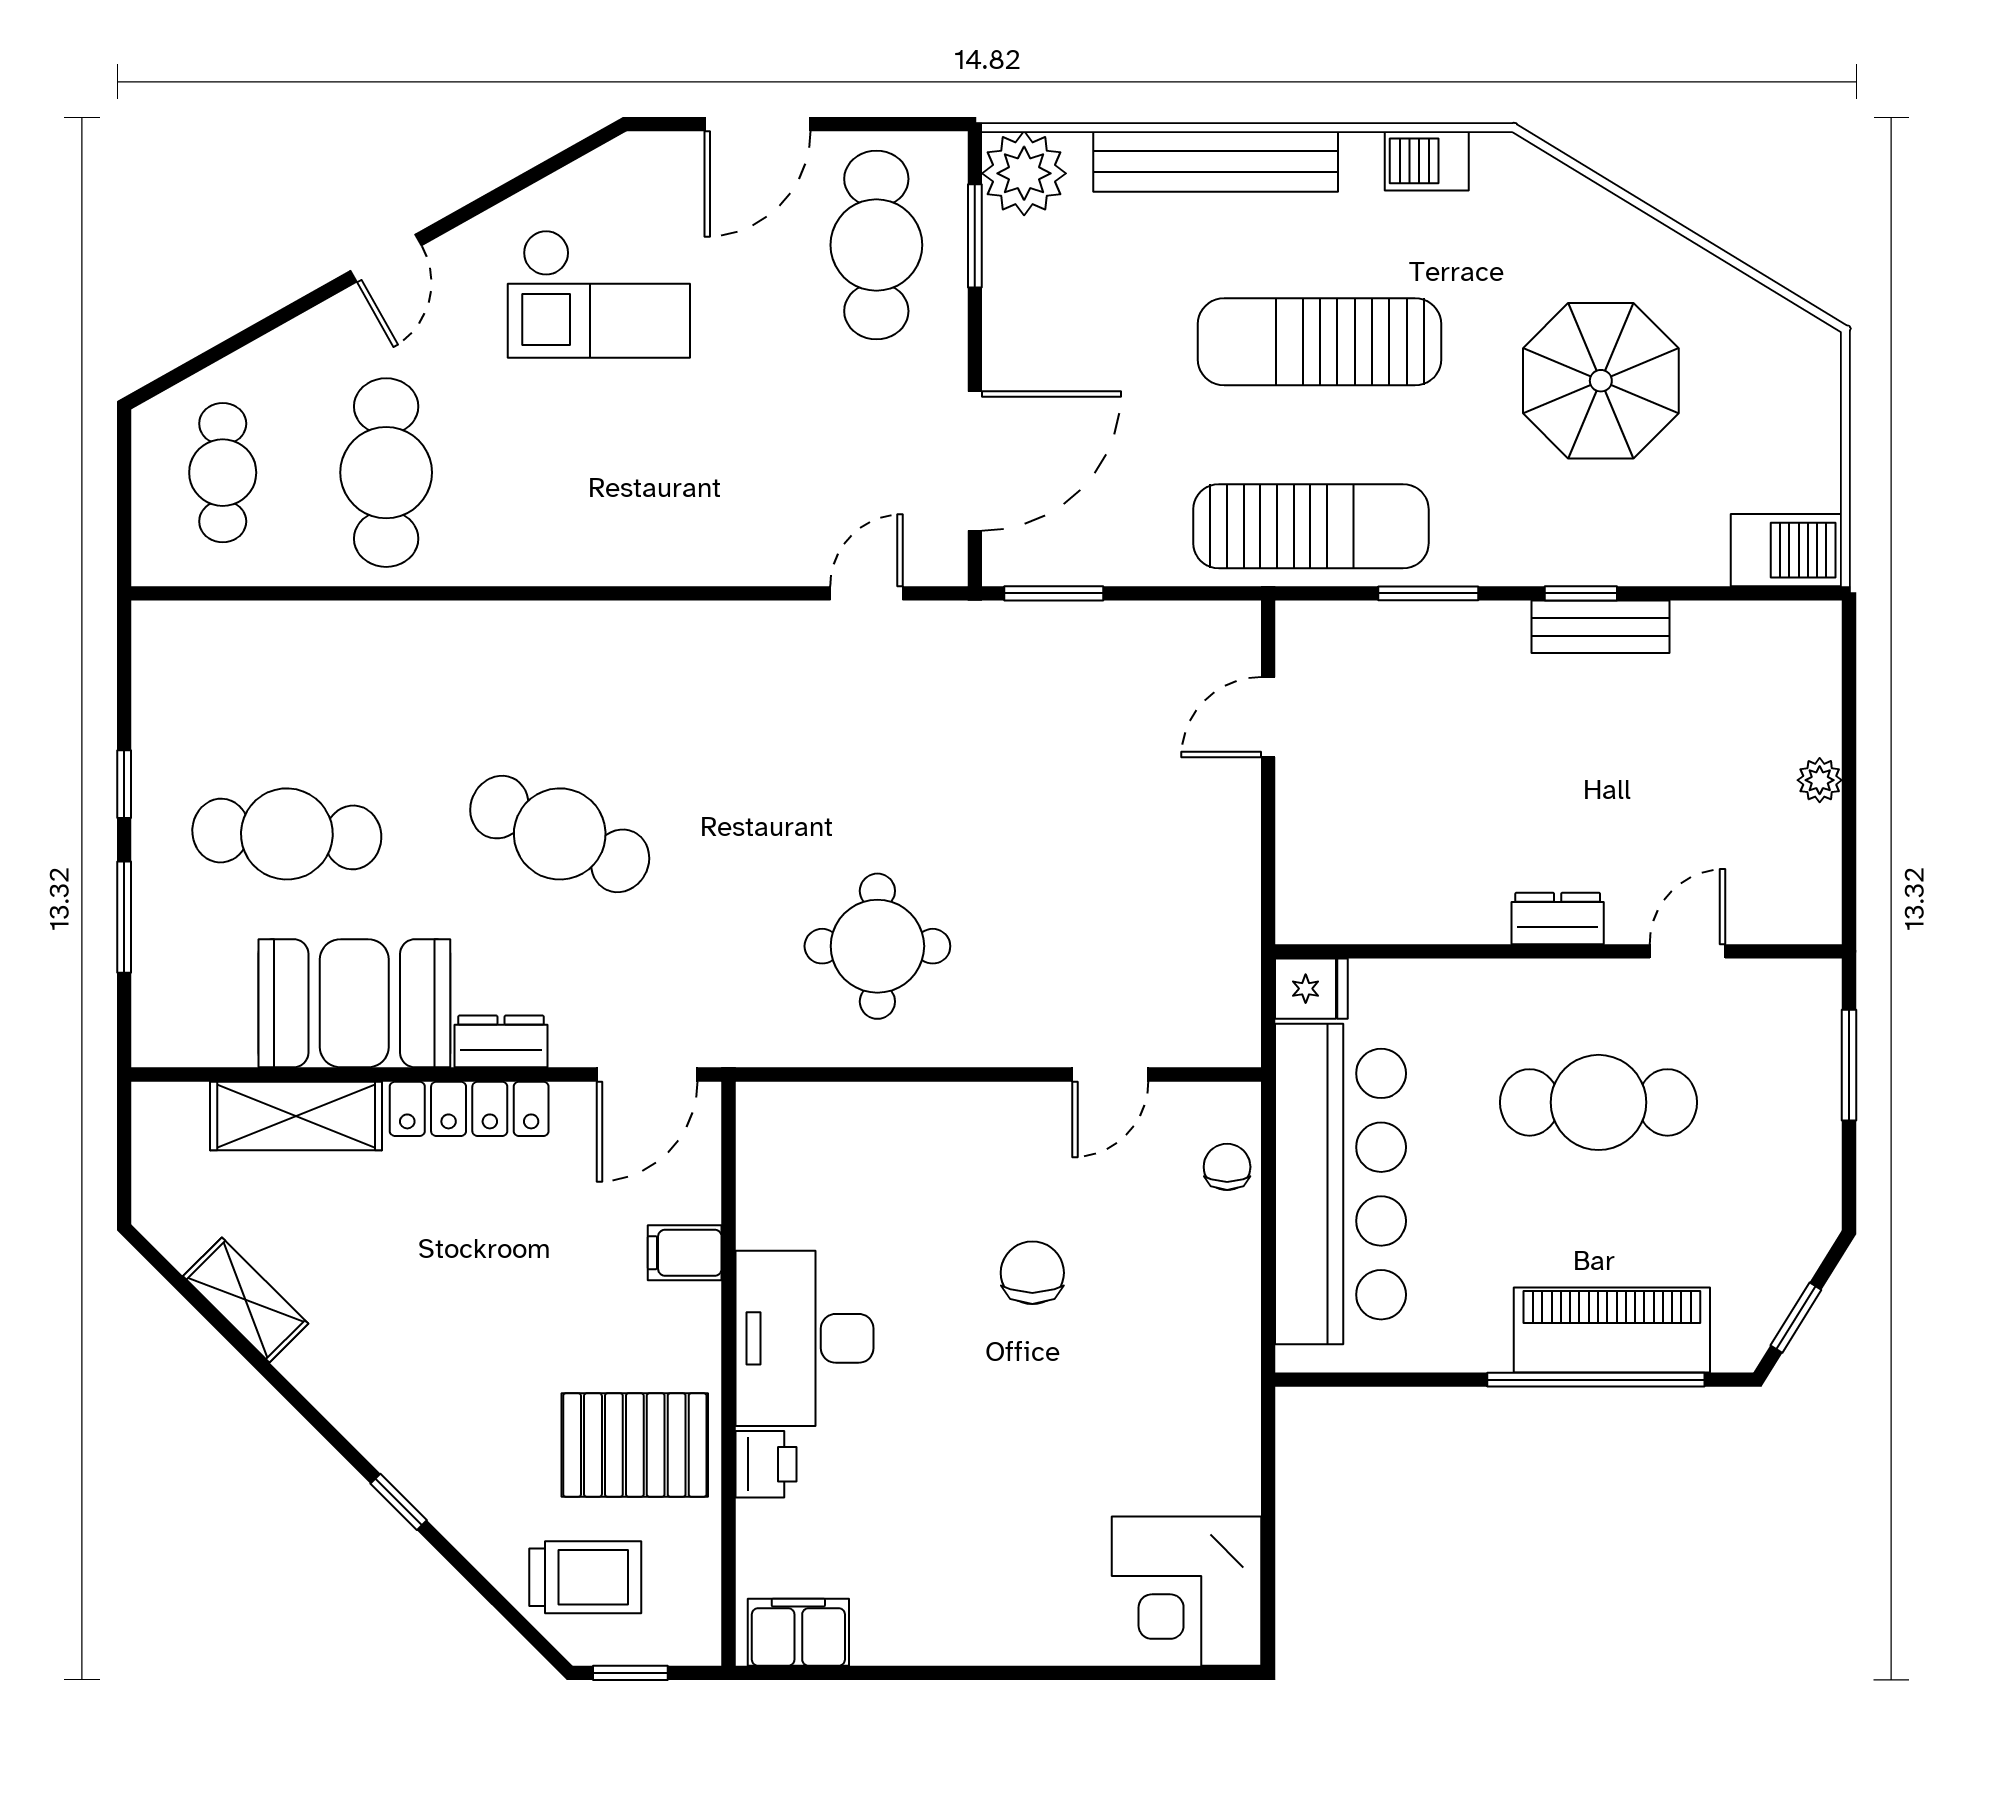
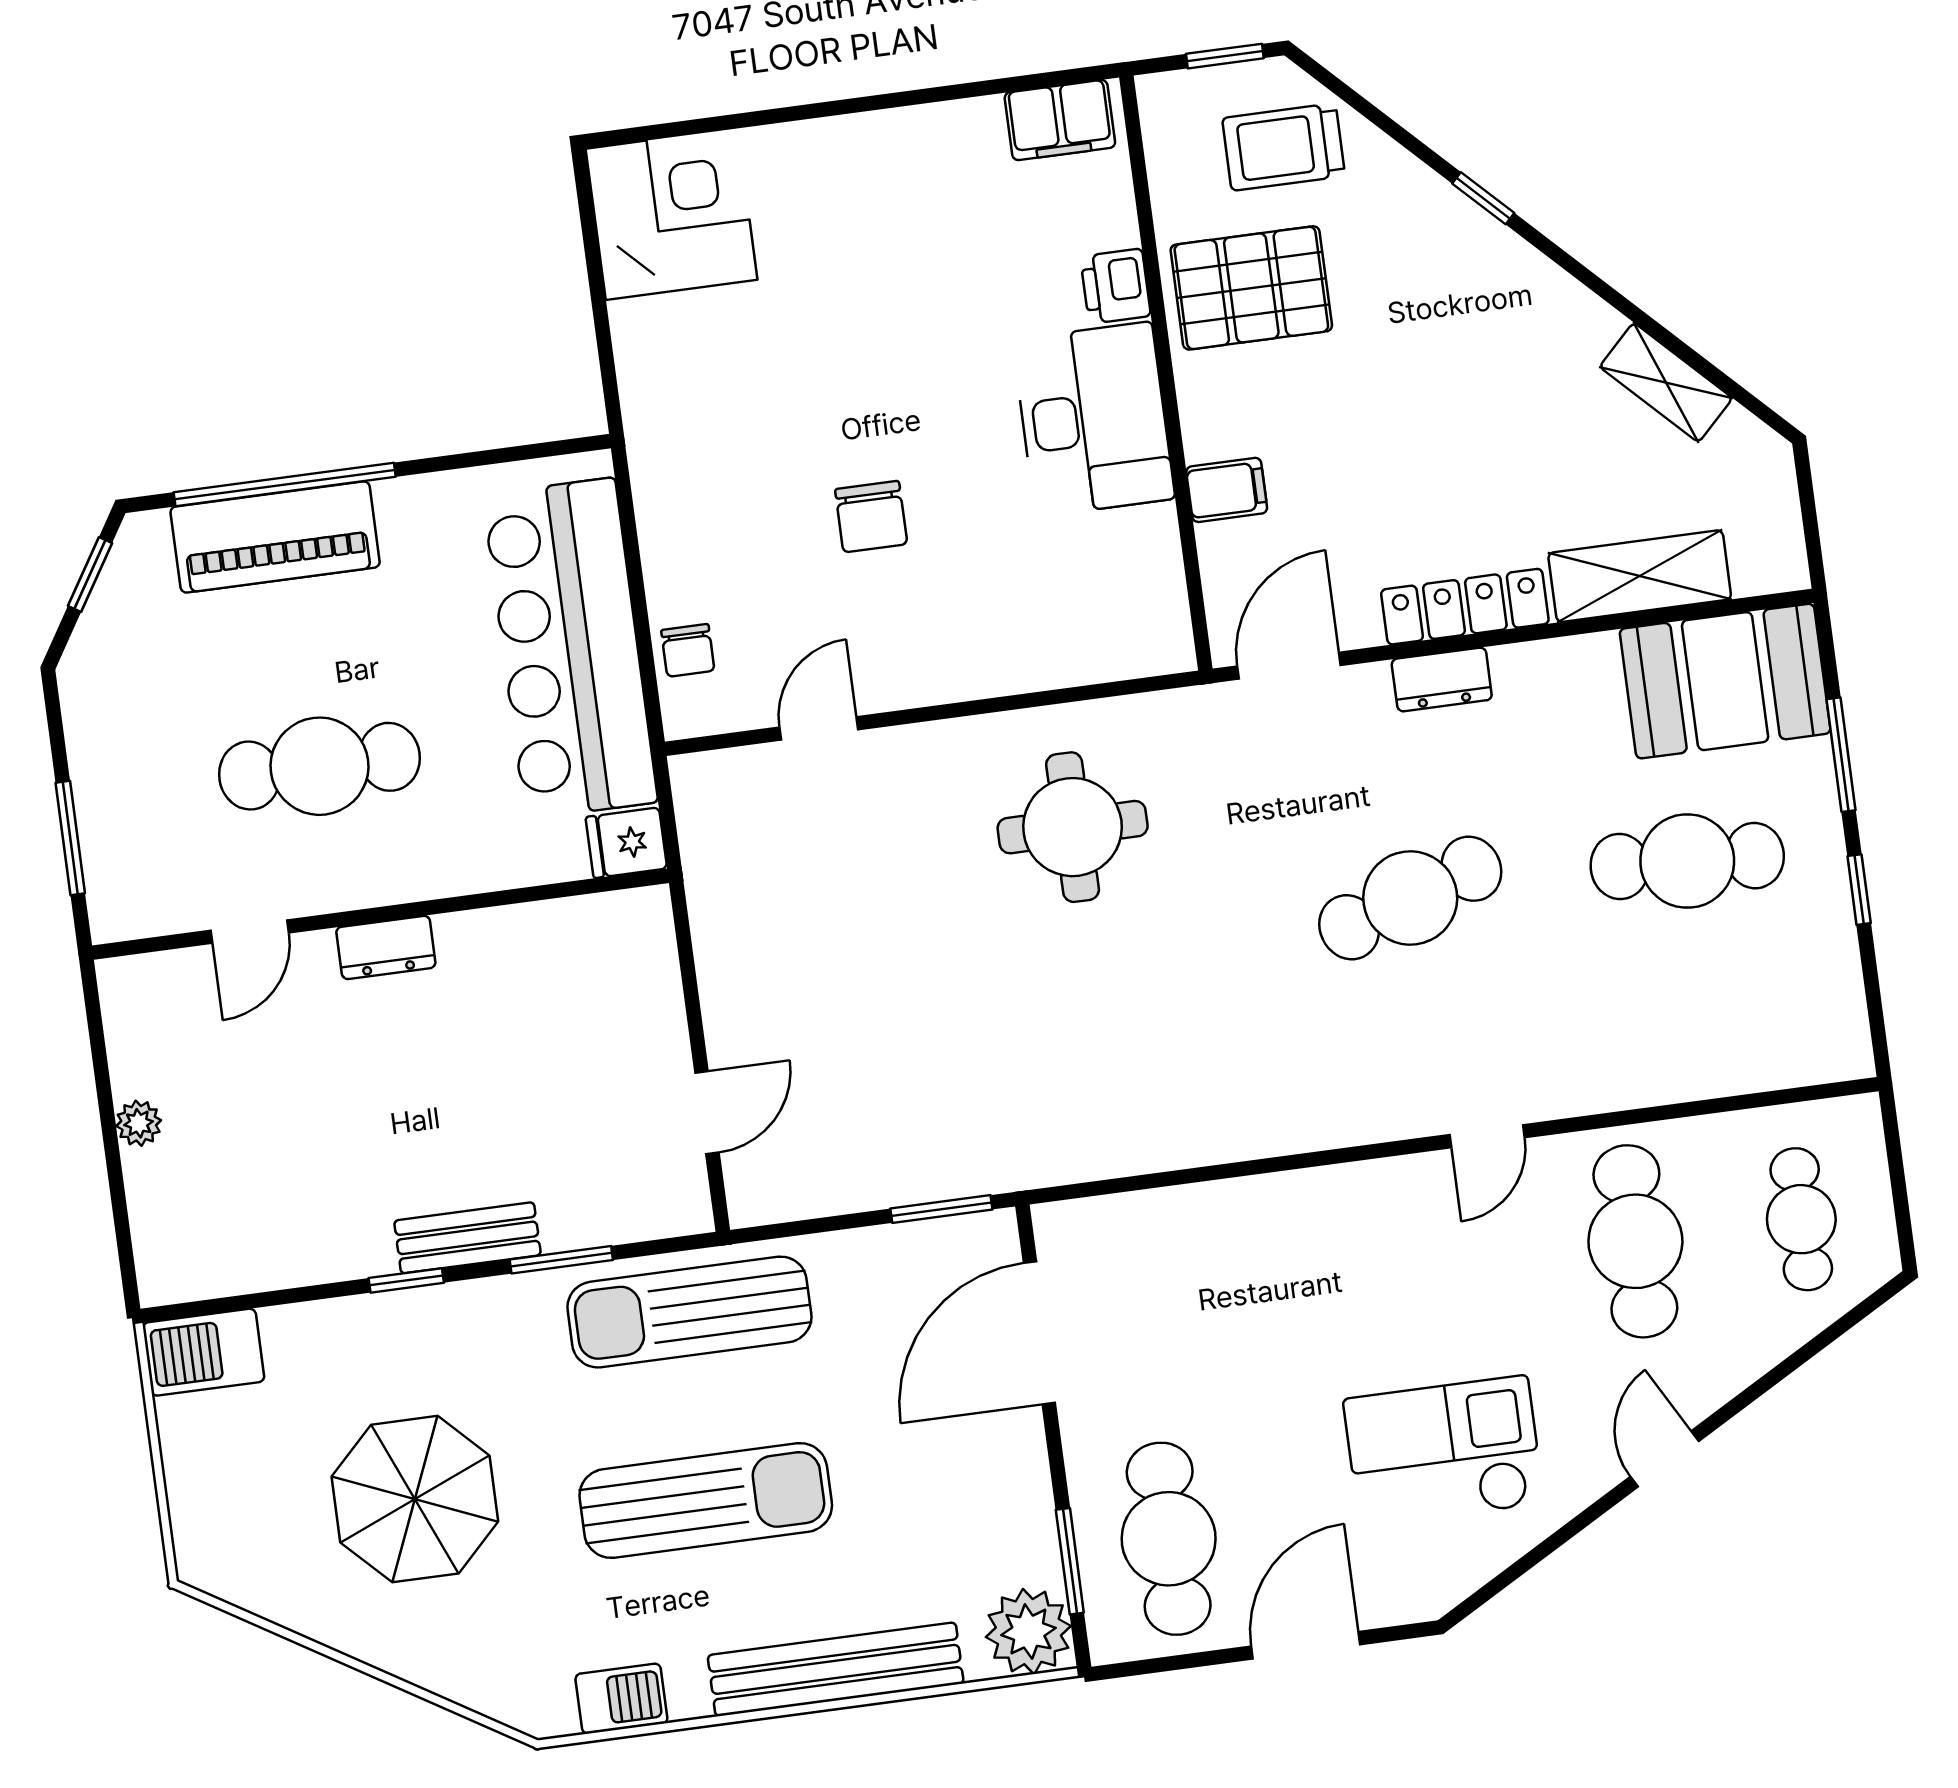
door: (866, 593) -> (1487, 1136), moved
bench: (1601, 627) -> (467, 1238), moved
cafe table: (560, 834) -> (1410, 898), turned -42
booth: (354, 1003) -> (1725, 681), moved

